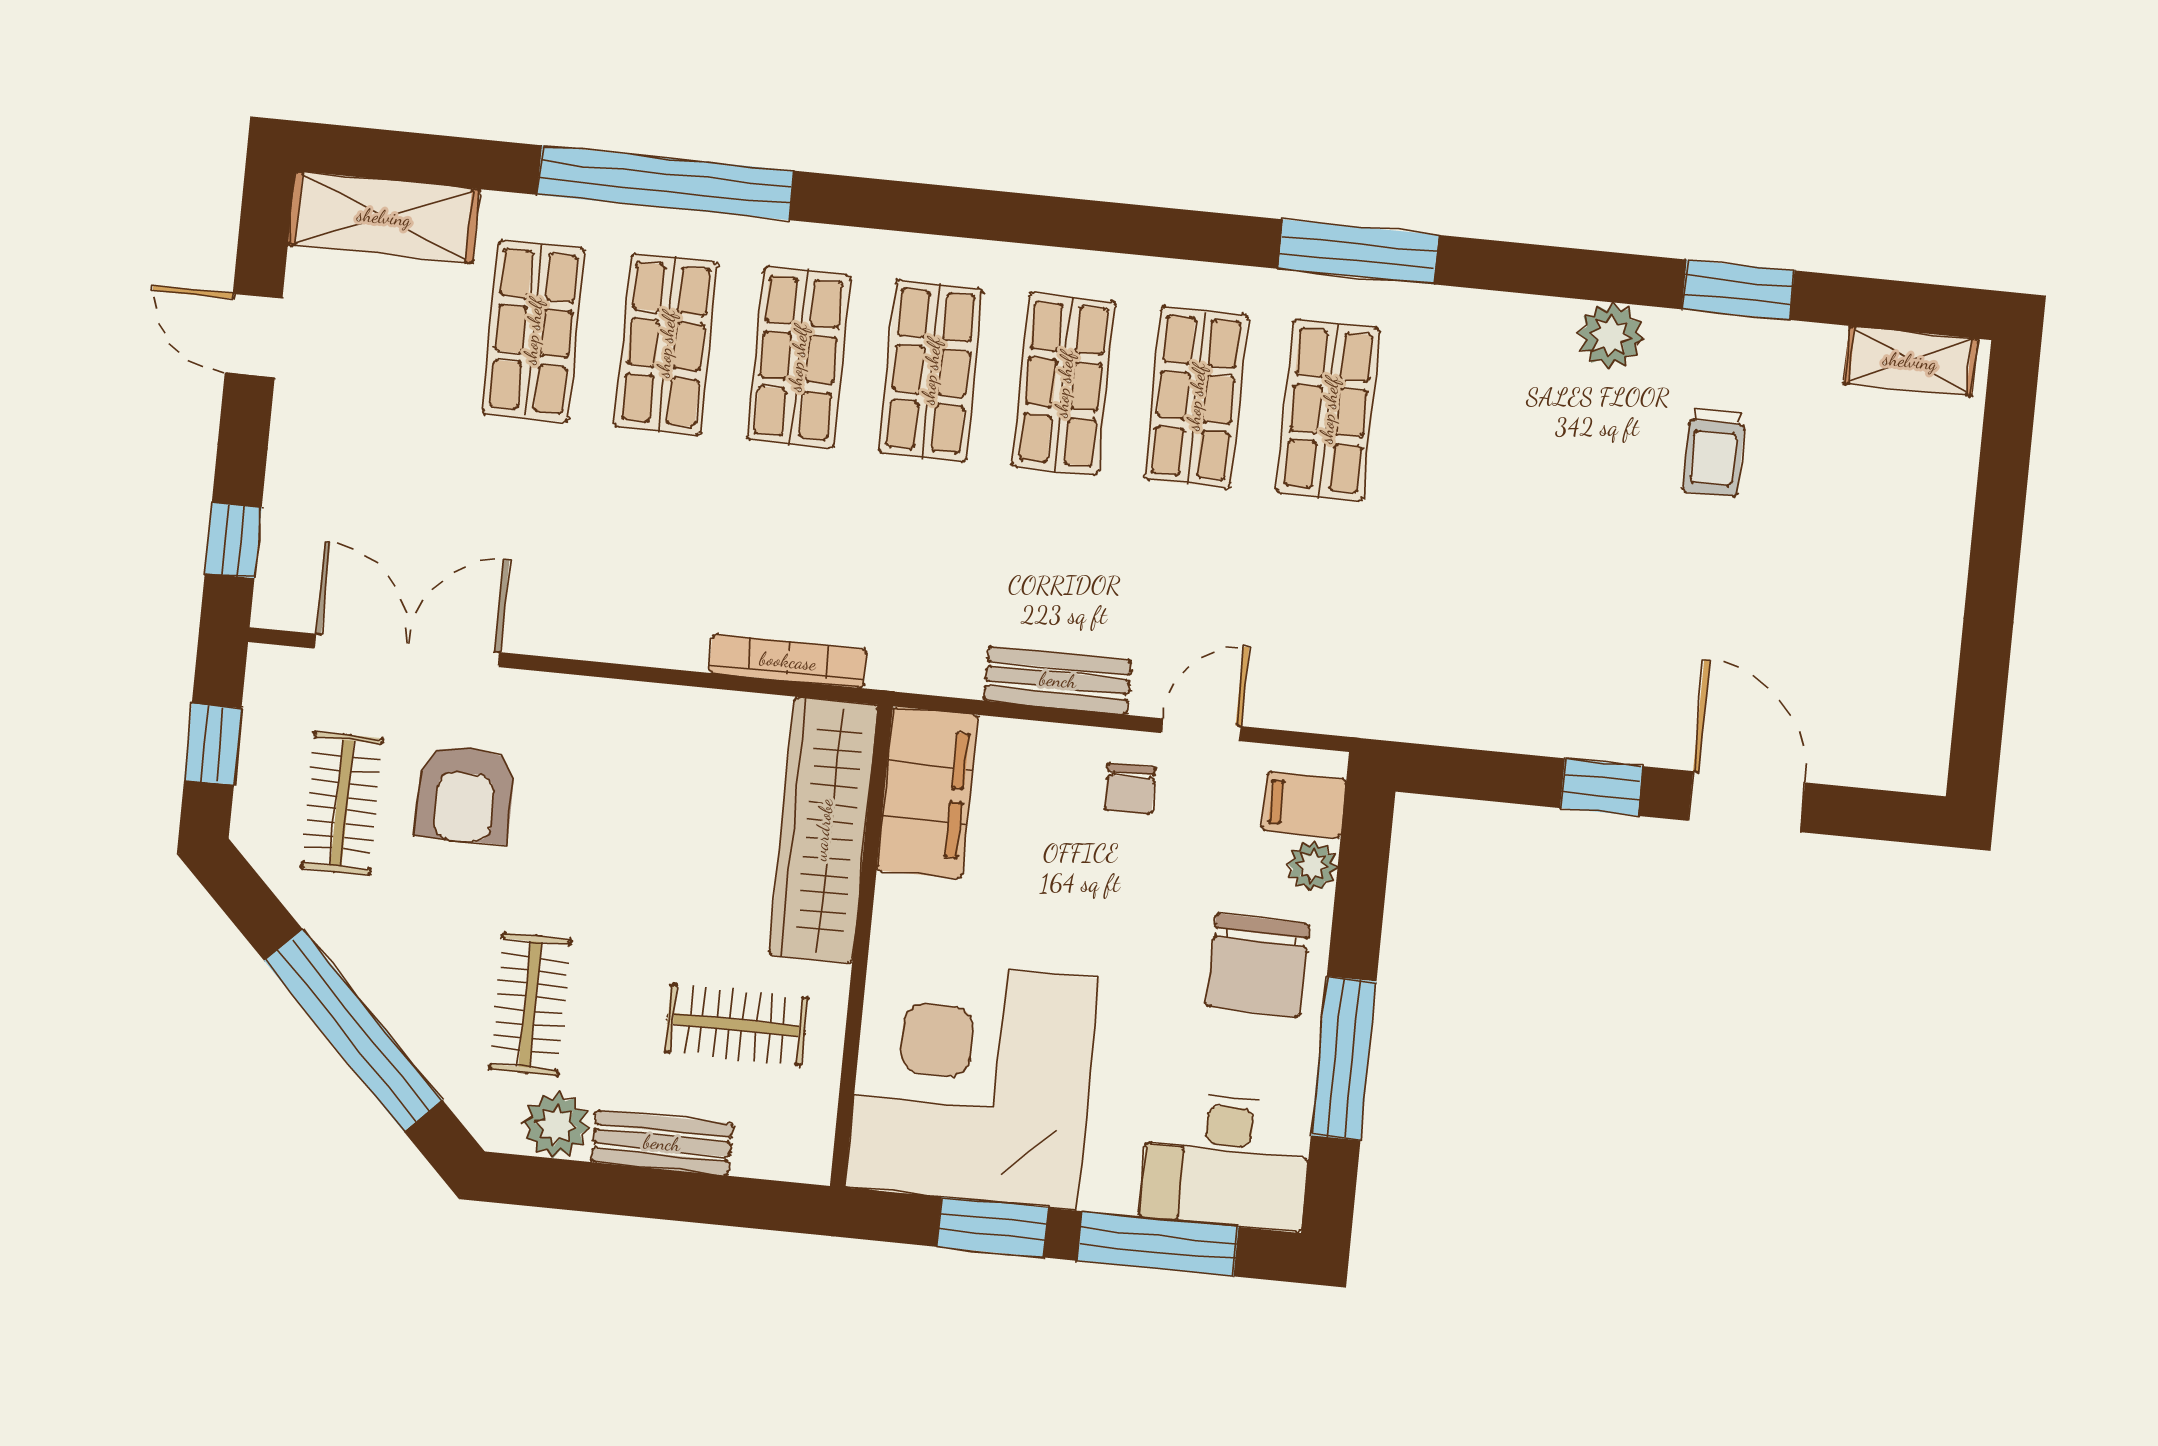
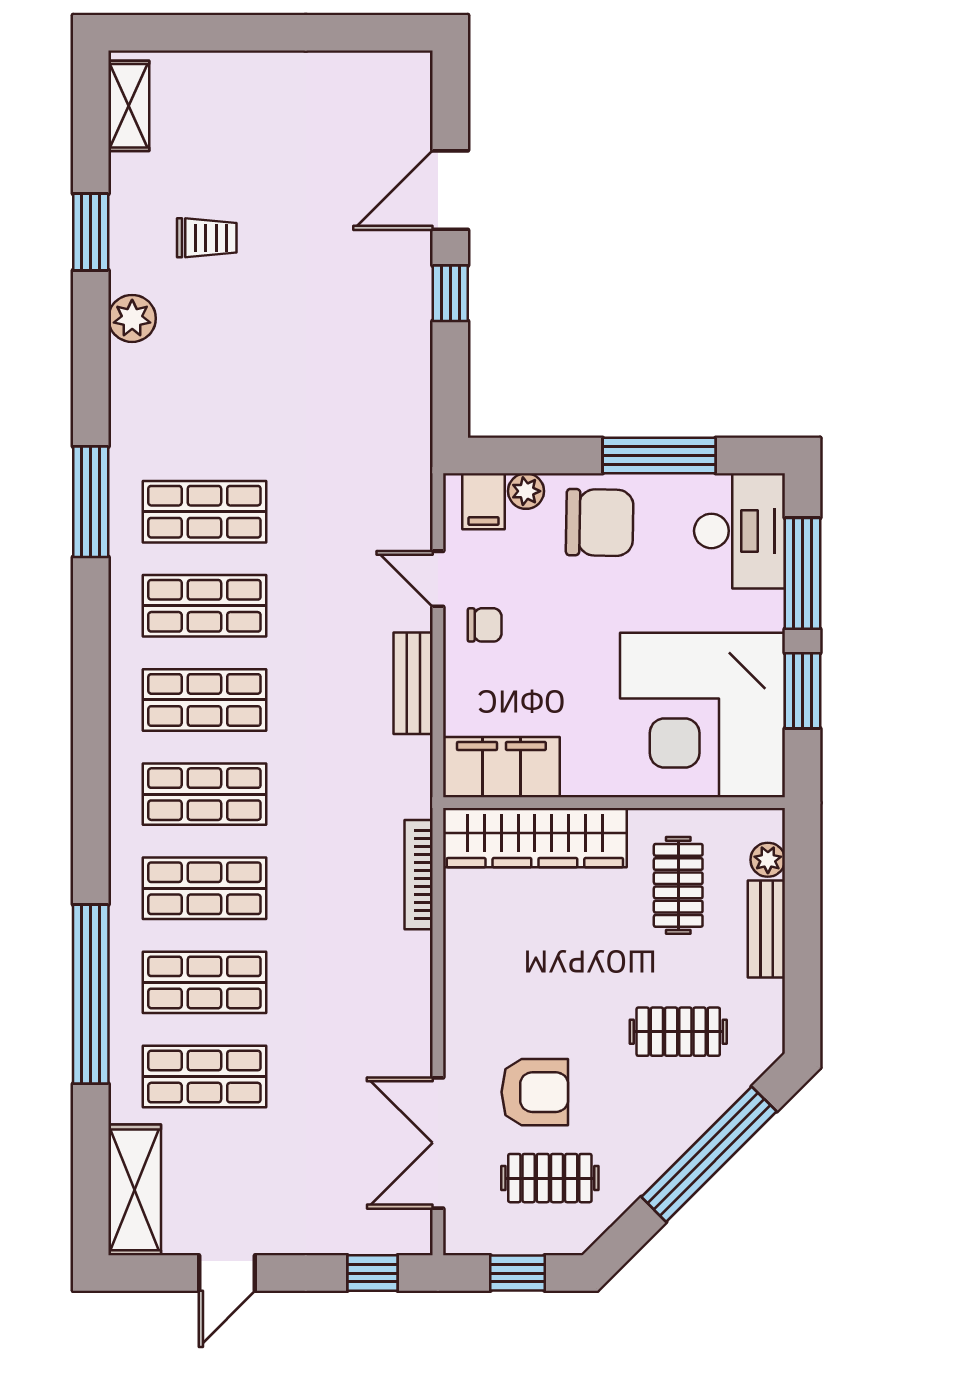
plant: (556, 1125) -> (768, 860), moved, width x0.73, depth x0.73

